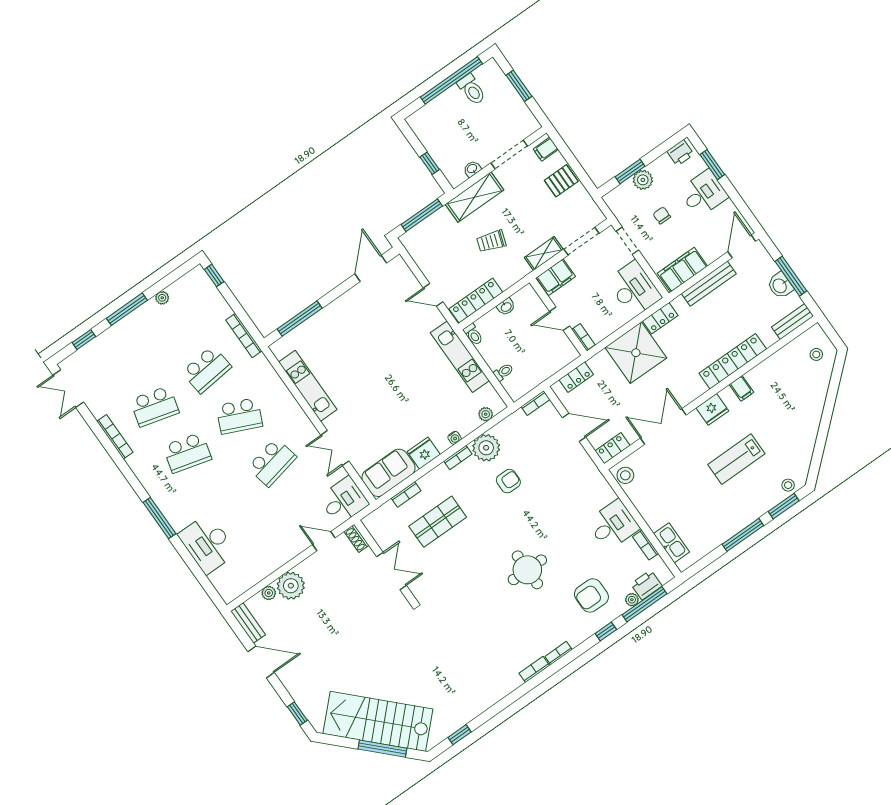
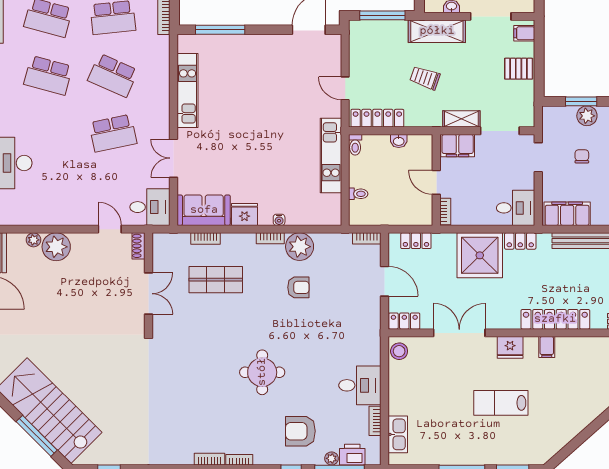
desk: (634, 289) -> (516, 208), width x0.73
plant: (486, 414) -> (319, 218), removed
stool: (788, 485) -> (529, 455), removed

